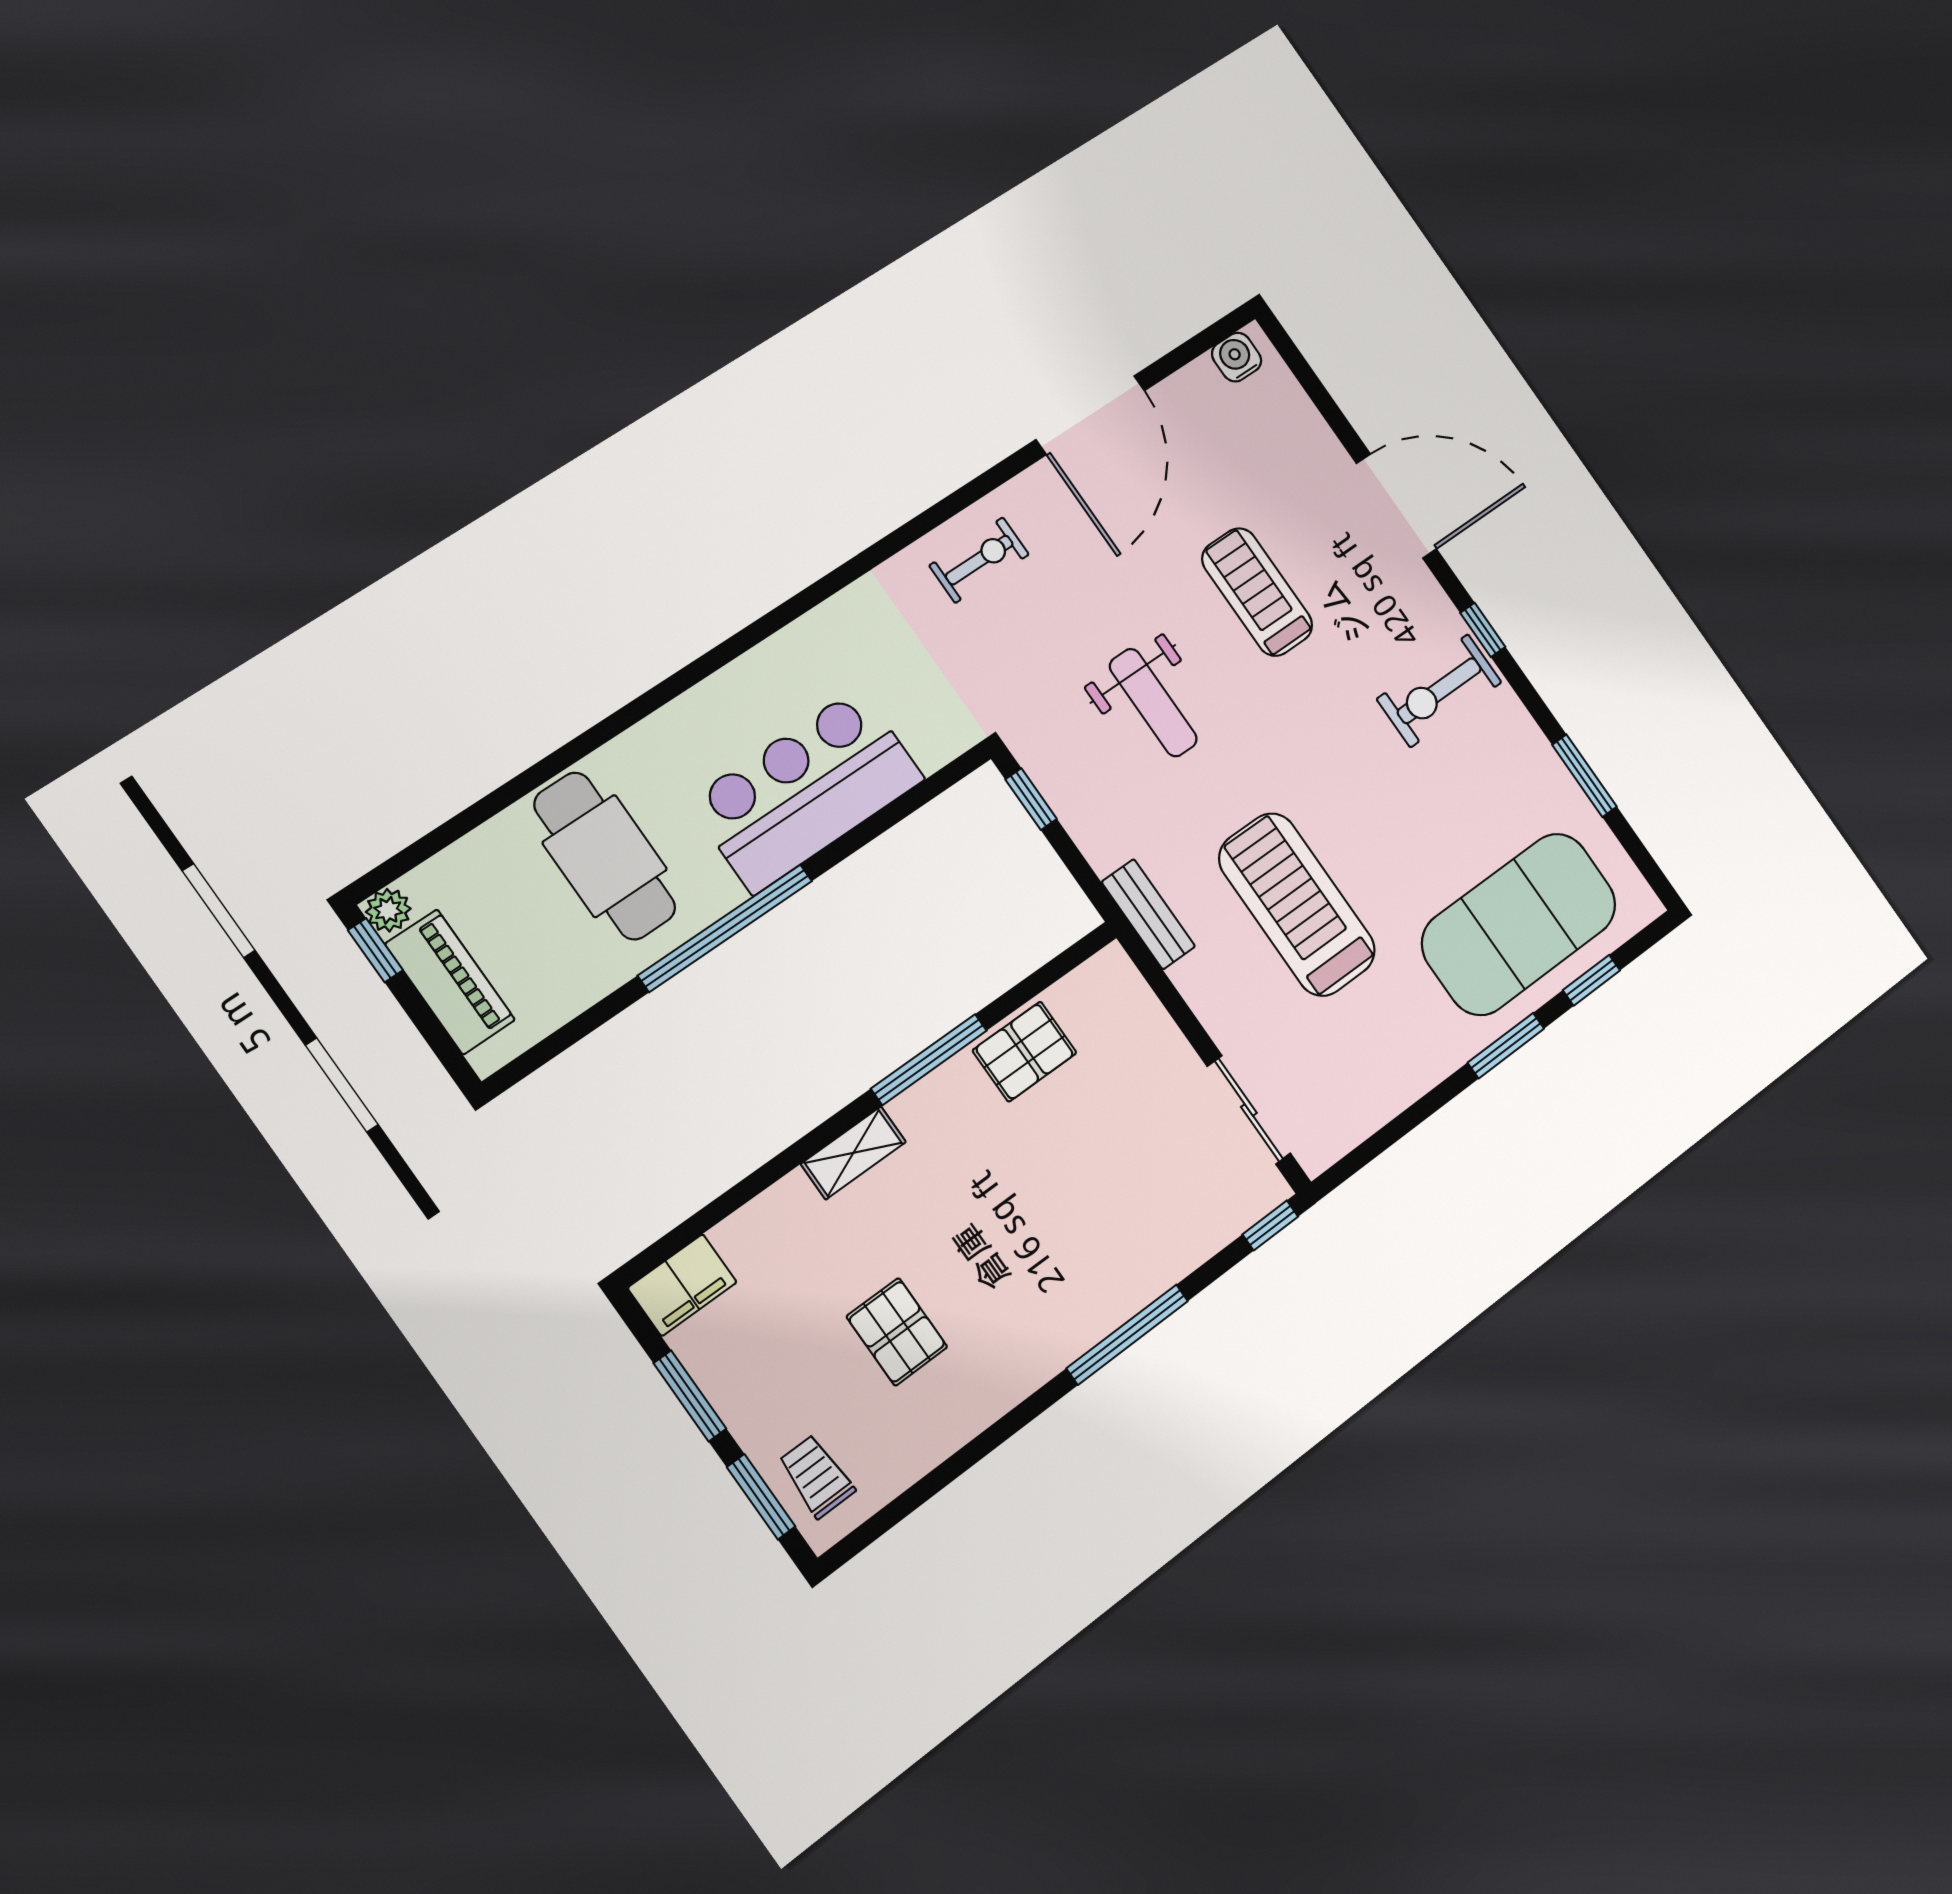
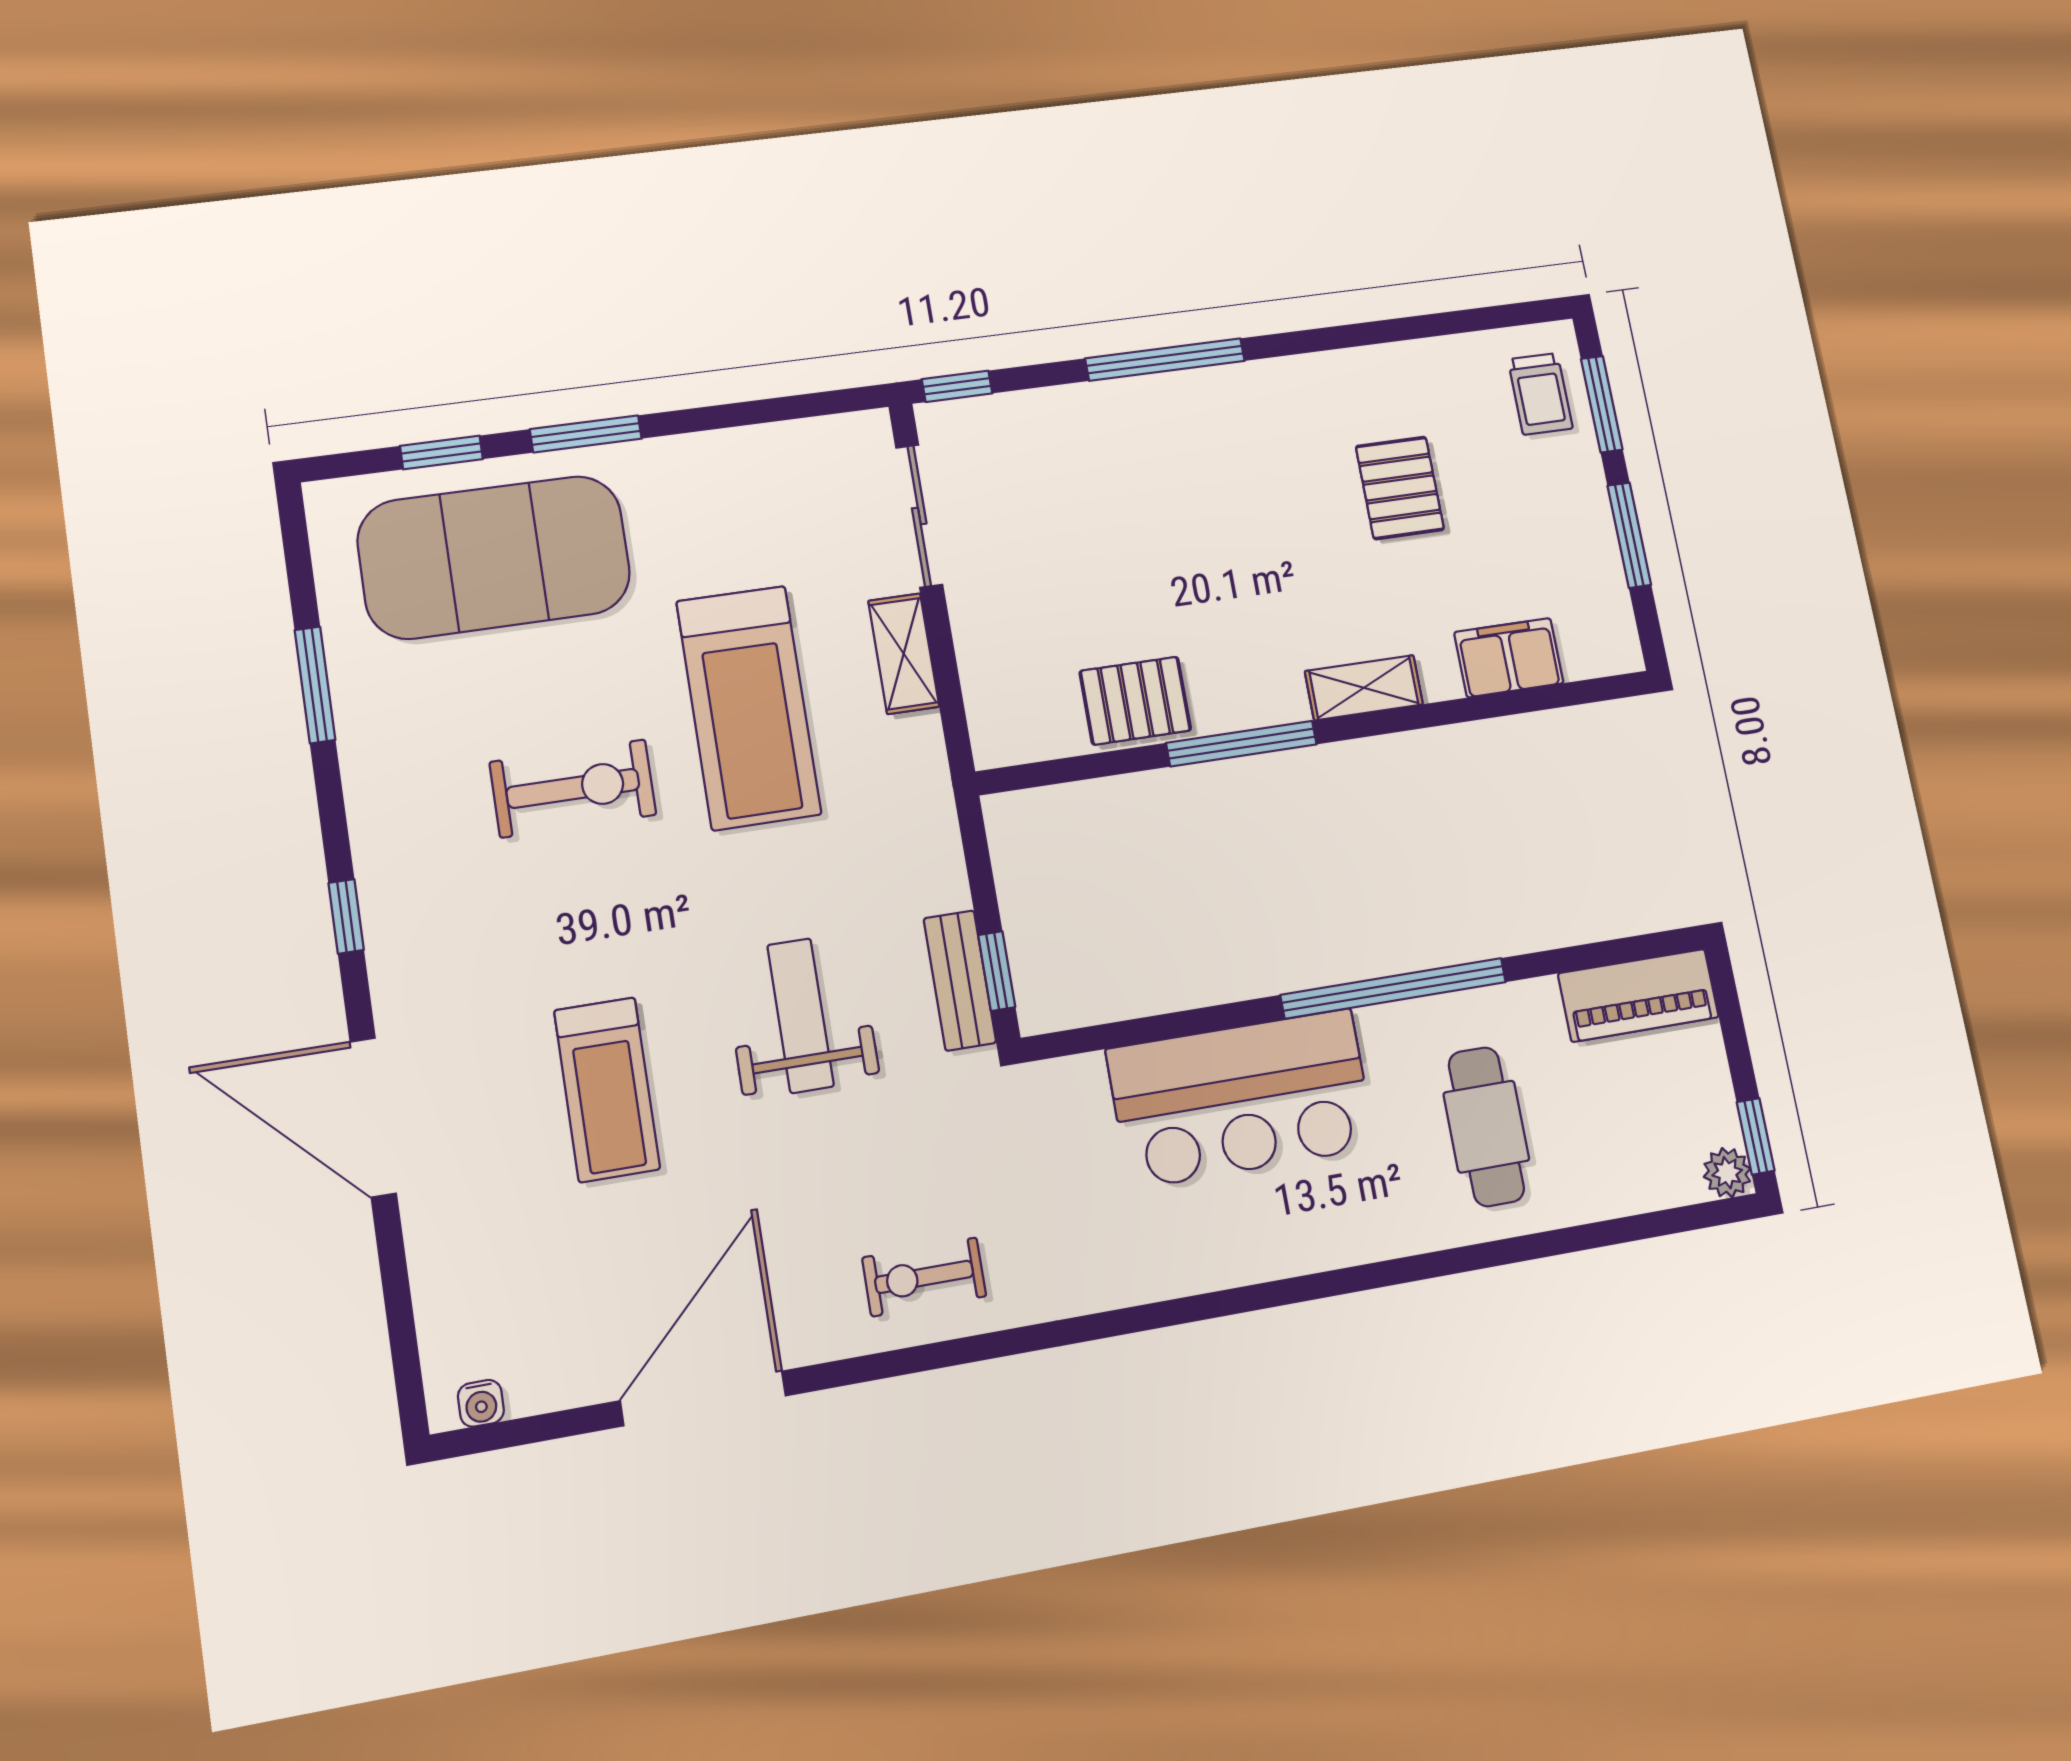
water cooler: (1237, 357) -> (481, 1403), width x0.72, depth x0.72
exercise bike: (1439, 691) -> (573, 788), moved
cafe table: (605, 856) -> (1486, 1127), width x0.73, depth x0.74
bench: (1148, 914) -> (960, 980), moved
piano: (450, 982) -> (1638, 995), moved, turned -90
shelving: (1209, 1000) -> (904, 654), added
filing cabinet: (682, 1285) -> (1509, 658), moved

